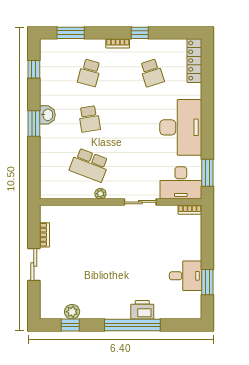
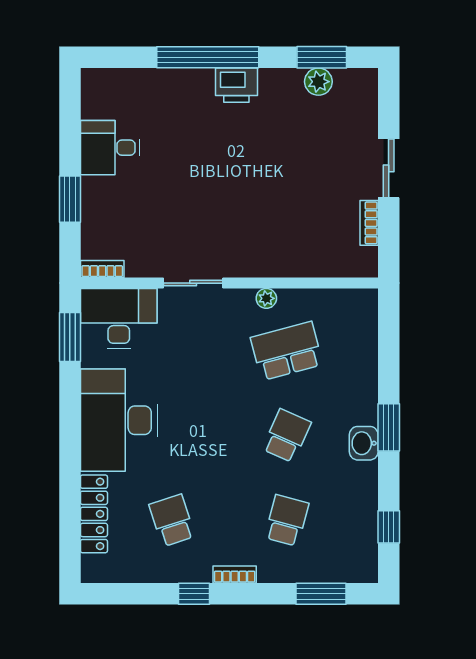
locker: (194, 61) -> (94, 514), moved
school desk: (89, 119) -> (287, 436), turned 33
school desk: (89, 165) -> (287, 351), turned -36
window: (207, 282) -> (70, 199), moved
printer: (142, 310) -> (236, 85), moved
window: (70, 325) -> (322, 57), width x1.50

